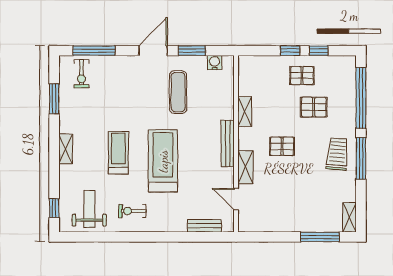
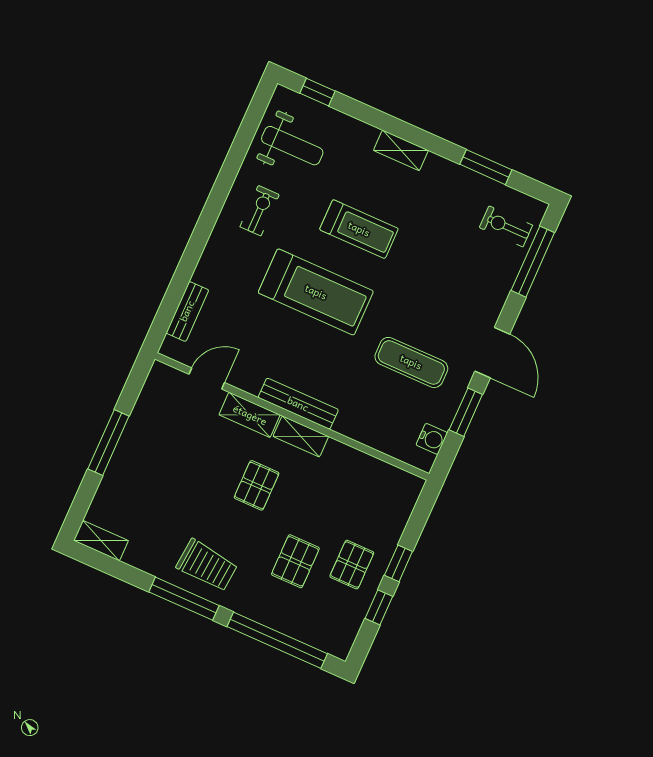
shelving: (245, 112) -> (301, 436), moved
window: (320, 237) -> (108, 442), moved

